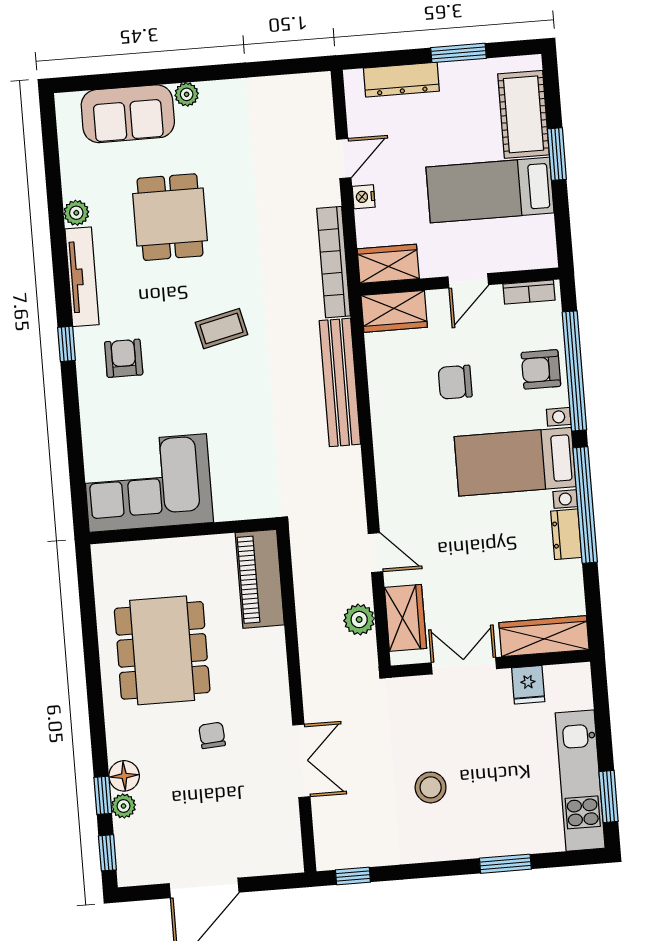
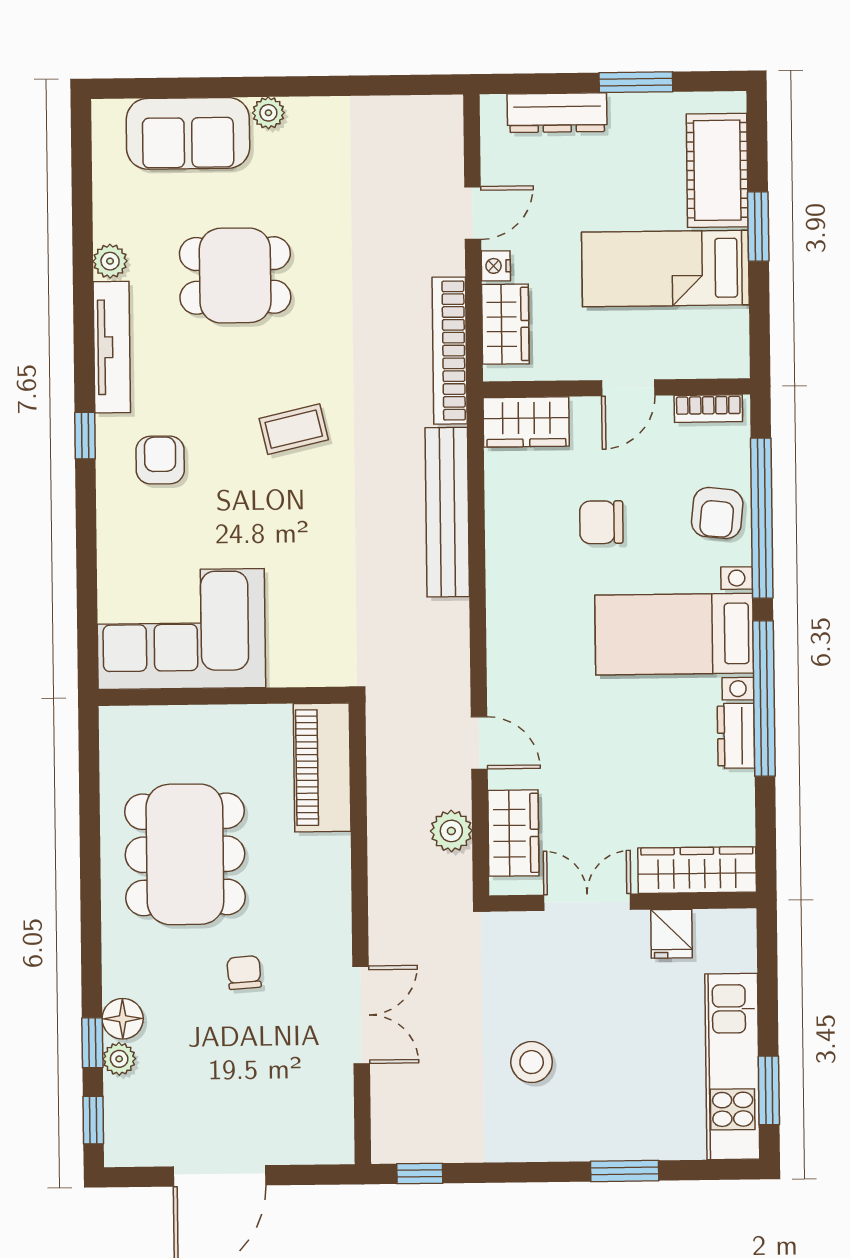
dining table: (170, 217) -> (235, 275), turned 90
wardrobe: (388, 264) -> (505, 324), moved, turned 90
armchair: (541, 369) -> (717, 513), turned -84

